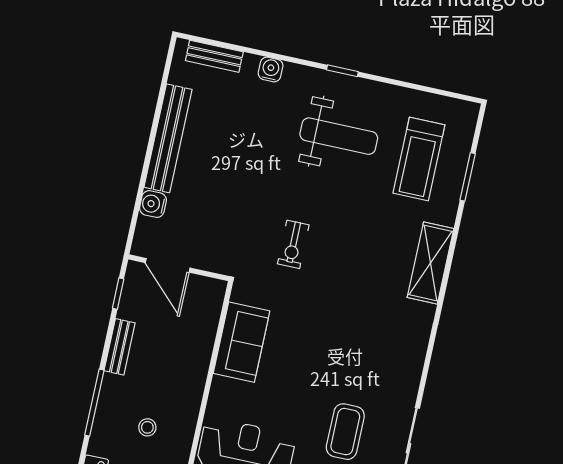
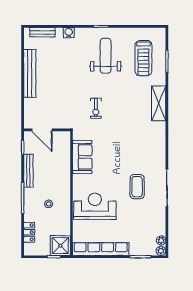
weight bench: (339, 136) -> (106, 56), turned -90
water cooler: (153, 204) -> (29, 104), removed
bench: (120, 347) -> (28, 171), width x1.36

